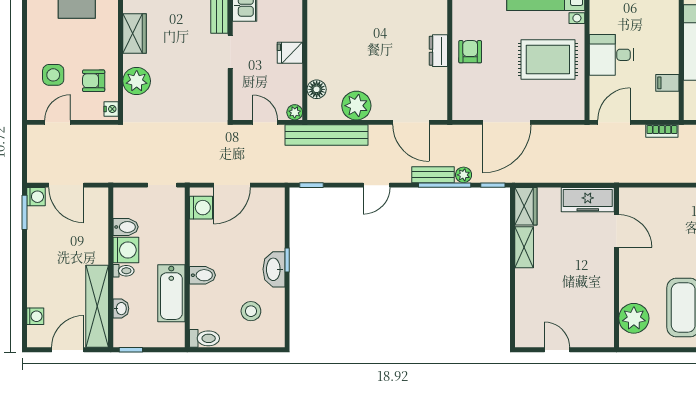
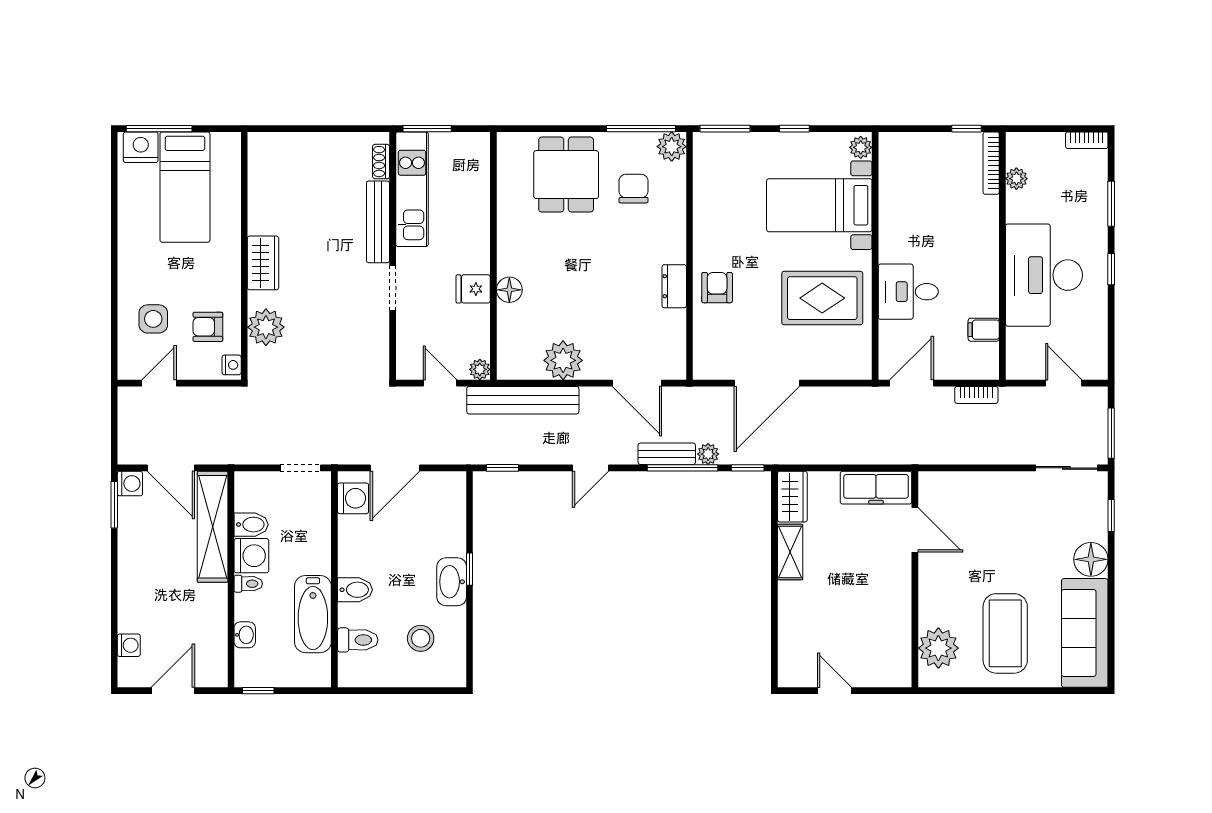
floor lamp: (317, 89) -> (509, 290), moved
shelving: (97, 306) -> (213, 527), moved
toilet: (204, 338) -> (358, 640), moved

